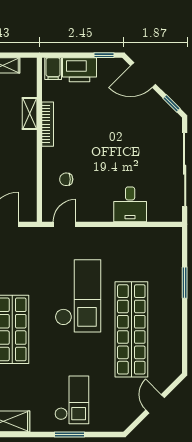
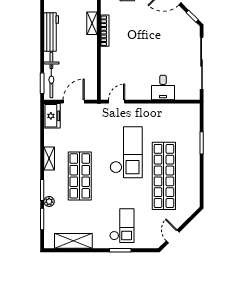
chair: (66, 179) -> (118, 70), removed
door: (155, 404) -> (173, 236), moved

